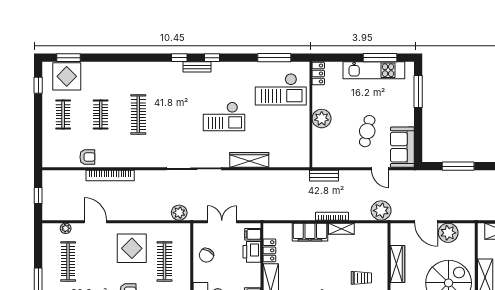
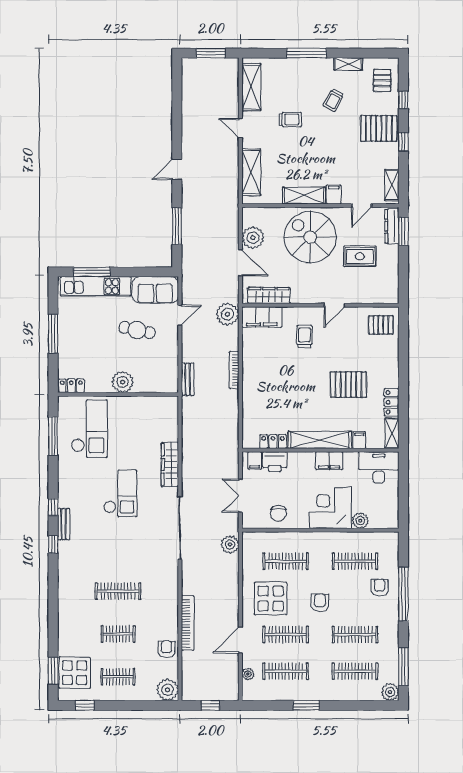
window: (380, 58) -> (53, 334), moved
kitchen unit: (374, 70) -> (96, 286), moved, turned 90
plant: (52, 158) -> (168, 690), added
door: (426, 222) -> (240, 263), hinge flipped
shelving: (341, 229) -> (248, 359), removed
filing cabinet: (310, 232) -> (262, 317), moved, turned 90
chair: (206, 255) -> (278, 513), turned 62
clothes rail: (100, 261) -> (286, 635), added
wardrobe: (397, 264) -> (269, 295), moved

